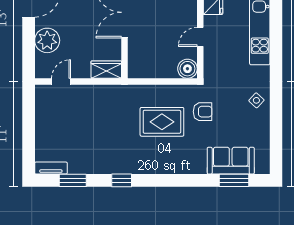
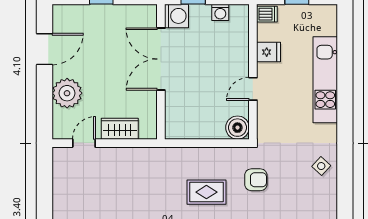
wardrobe: (106, 70) -> (120, 129), moved
rug: (162, 122) -> (206, 192), width x0.73, depth x0.70

